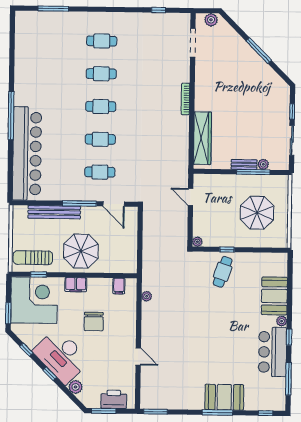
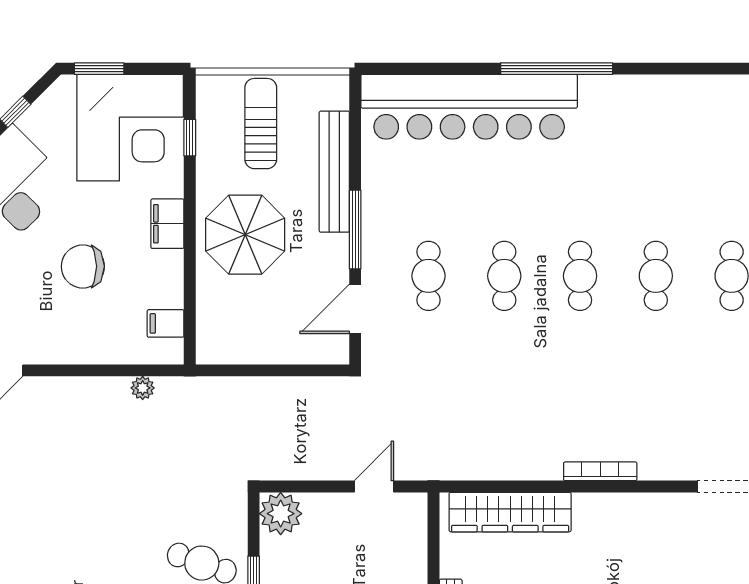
plant: (197, 242) -> (281, 514), width x1.87, depth x1.87
sun lounger: (33, 258) -> (261, 124), moved

